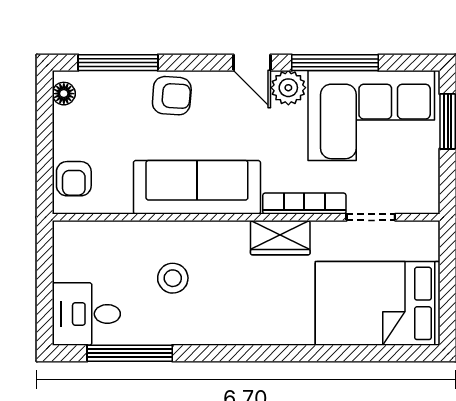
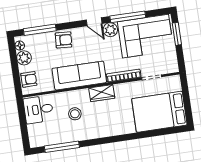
plant: (70, 125) -> (24, 58), added
armchair: (74, 179) -> (29, 79), turned -90
wardrobe: (280, 238) -> (102, 93), moved
desk: (86, 314) -> (38, 110), moved

